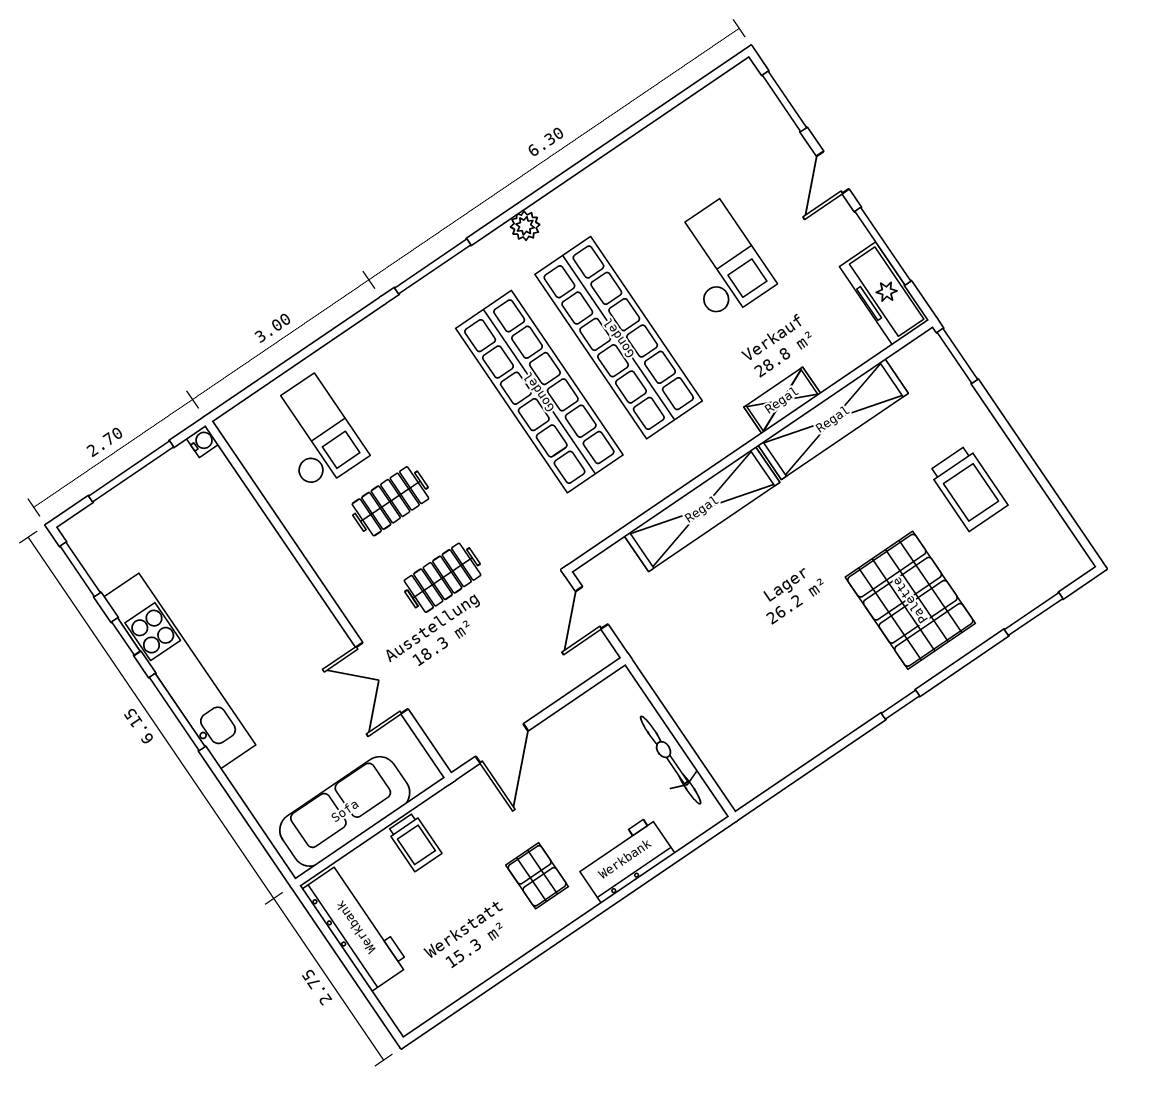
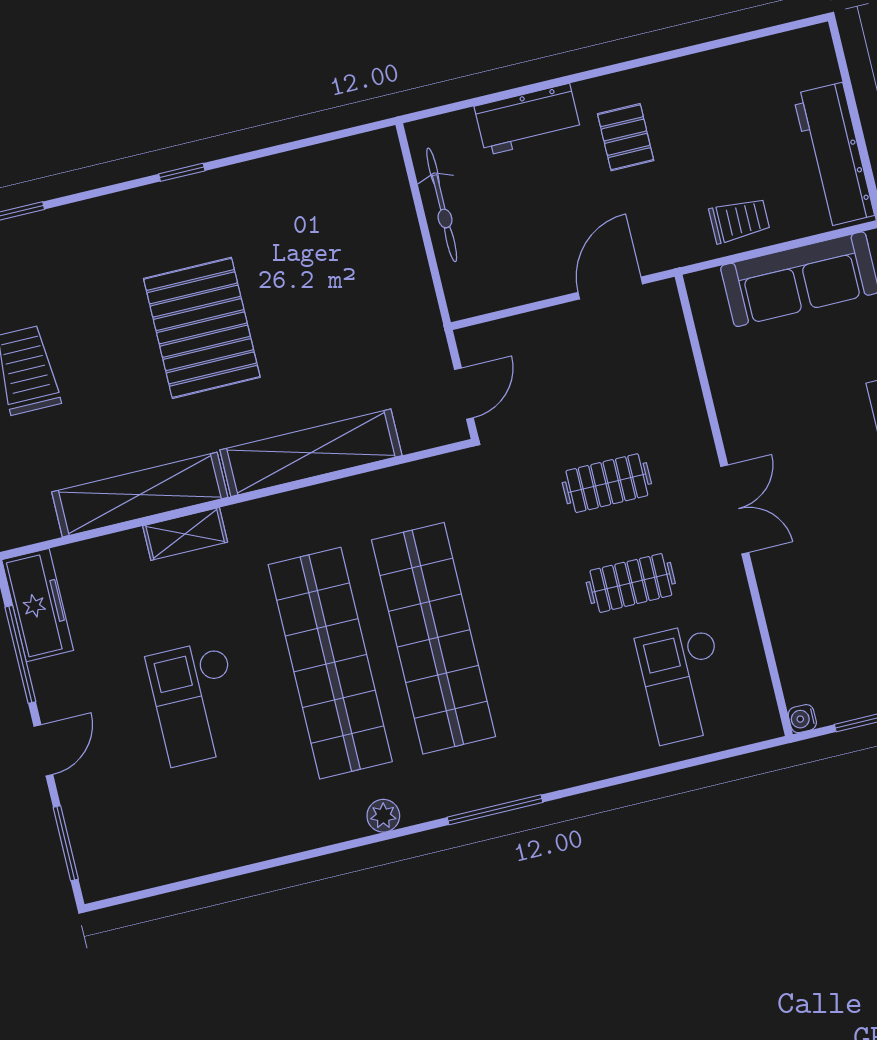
pallet: (910, 600) -> (202, 328), moved
double door: (382, 678) -> (735, 509), moved
trolley: (414, 842) -> (739, 220), turned 90

